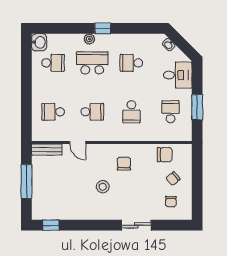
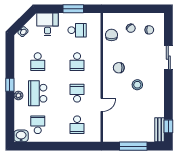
school desk: (131, 112) -> (77, 62), turned 90
school desk: (171, 112) -> (77, 30), turned 180
bench: (47, 150) -> (159, 130), moved

